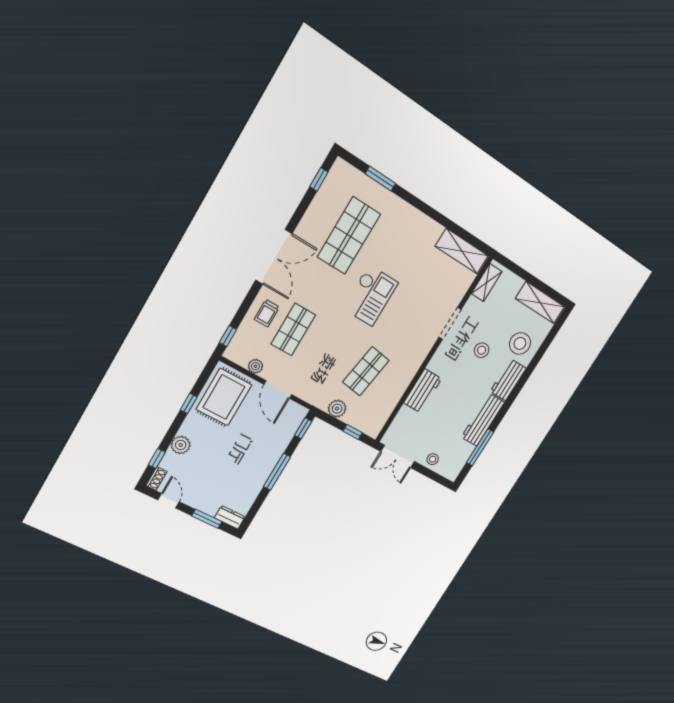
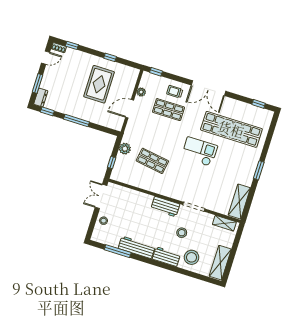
window: (380, 179) -> (259, 170), moved
shop shelf: (349, 236) -> (231, 129), width x1.40
checkout: (371, 296) -> (199, 152), turned 180
workbench: (423, 391) -> (165, 207), moved
rug: (224, 397) -> (99, 84), moved, turned 90
window: (303, 428) -> (47, 111), moved
plant: (181, 445) -> (83, 58), removed

